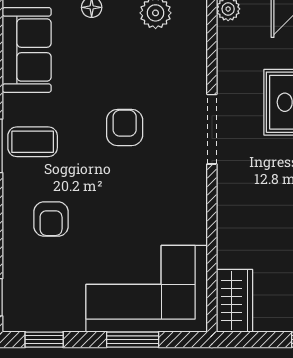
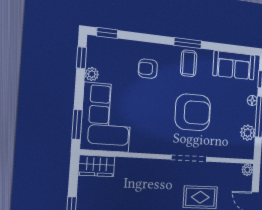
armchair: (125, 128) -> (193, 112), width x1.88, depth x1.88
plant: (71, 320) -> (92, 74), added
window: (133, 340) -> (77, 124), moved

